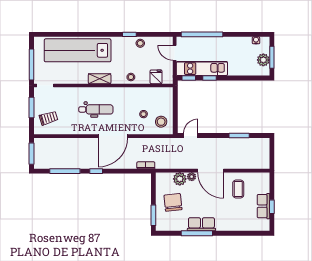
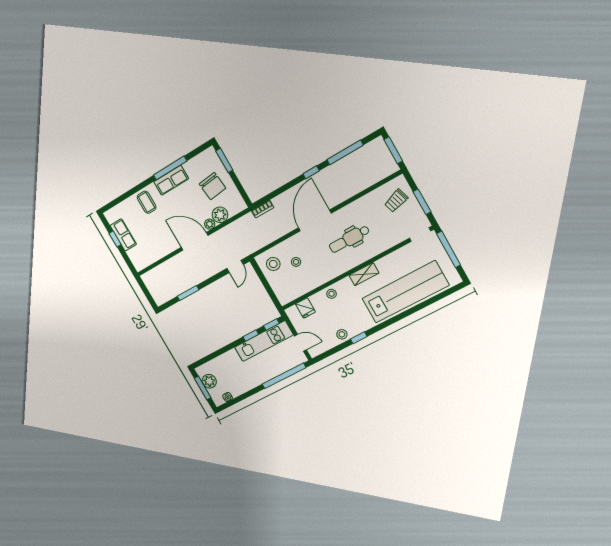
coffee table: (238, 189) -> (147, 202), moved

